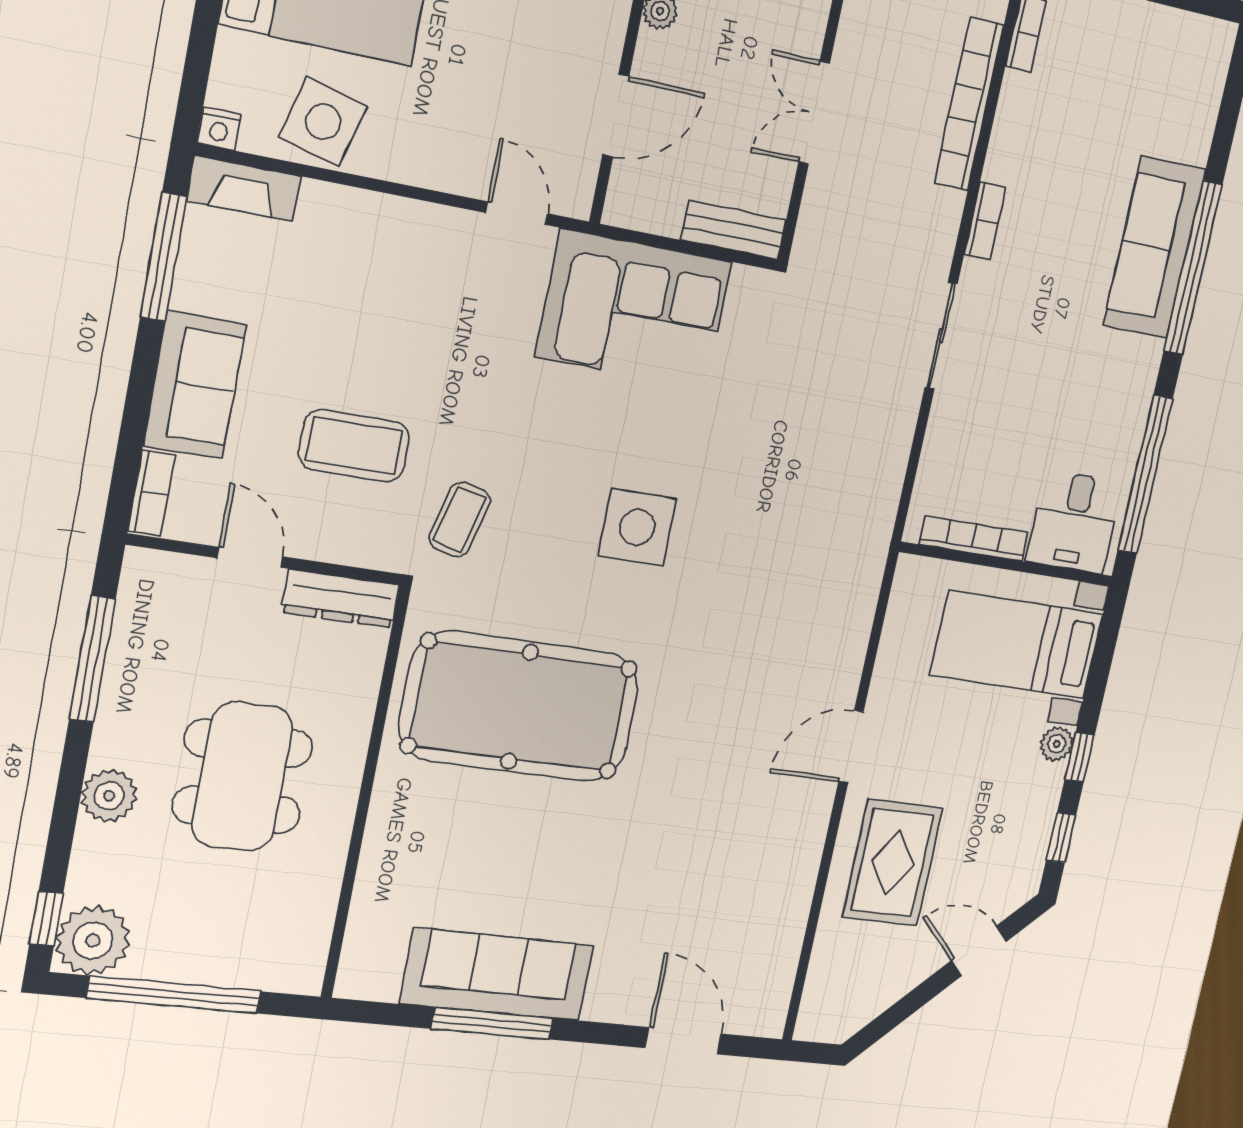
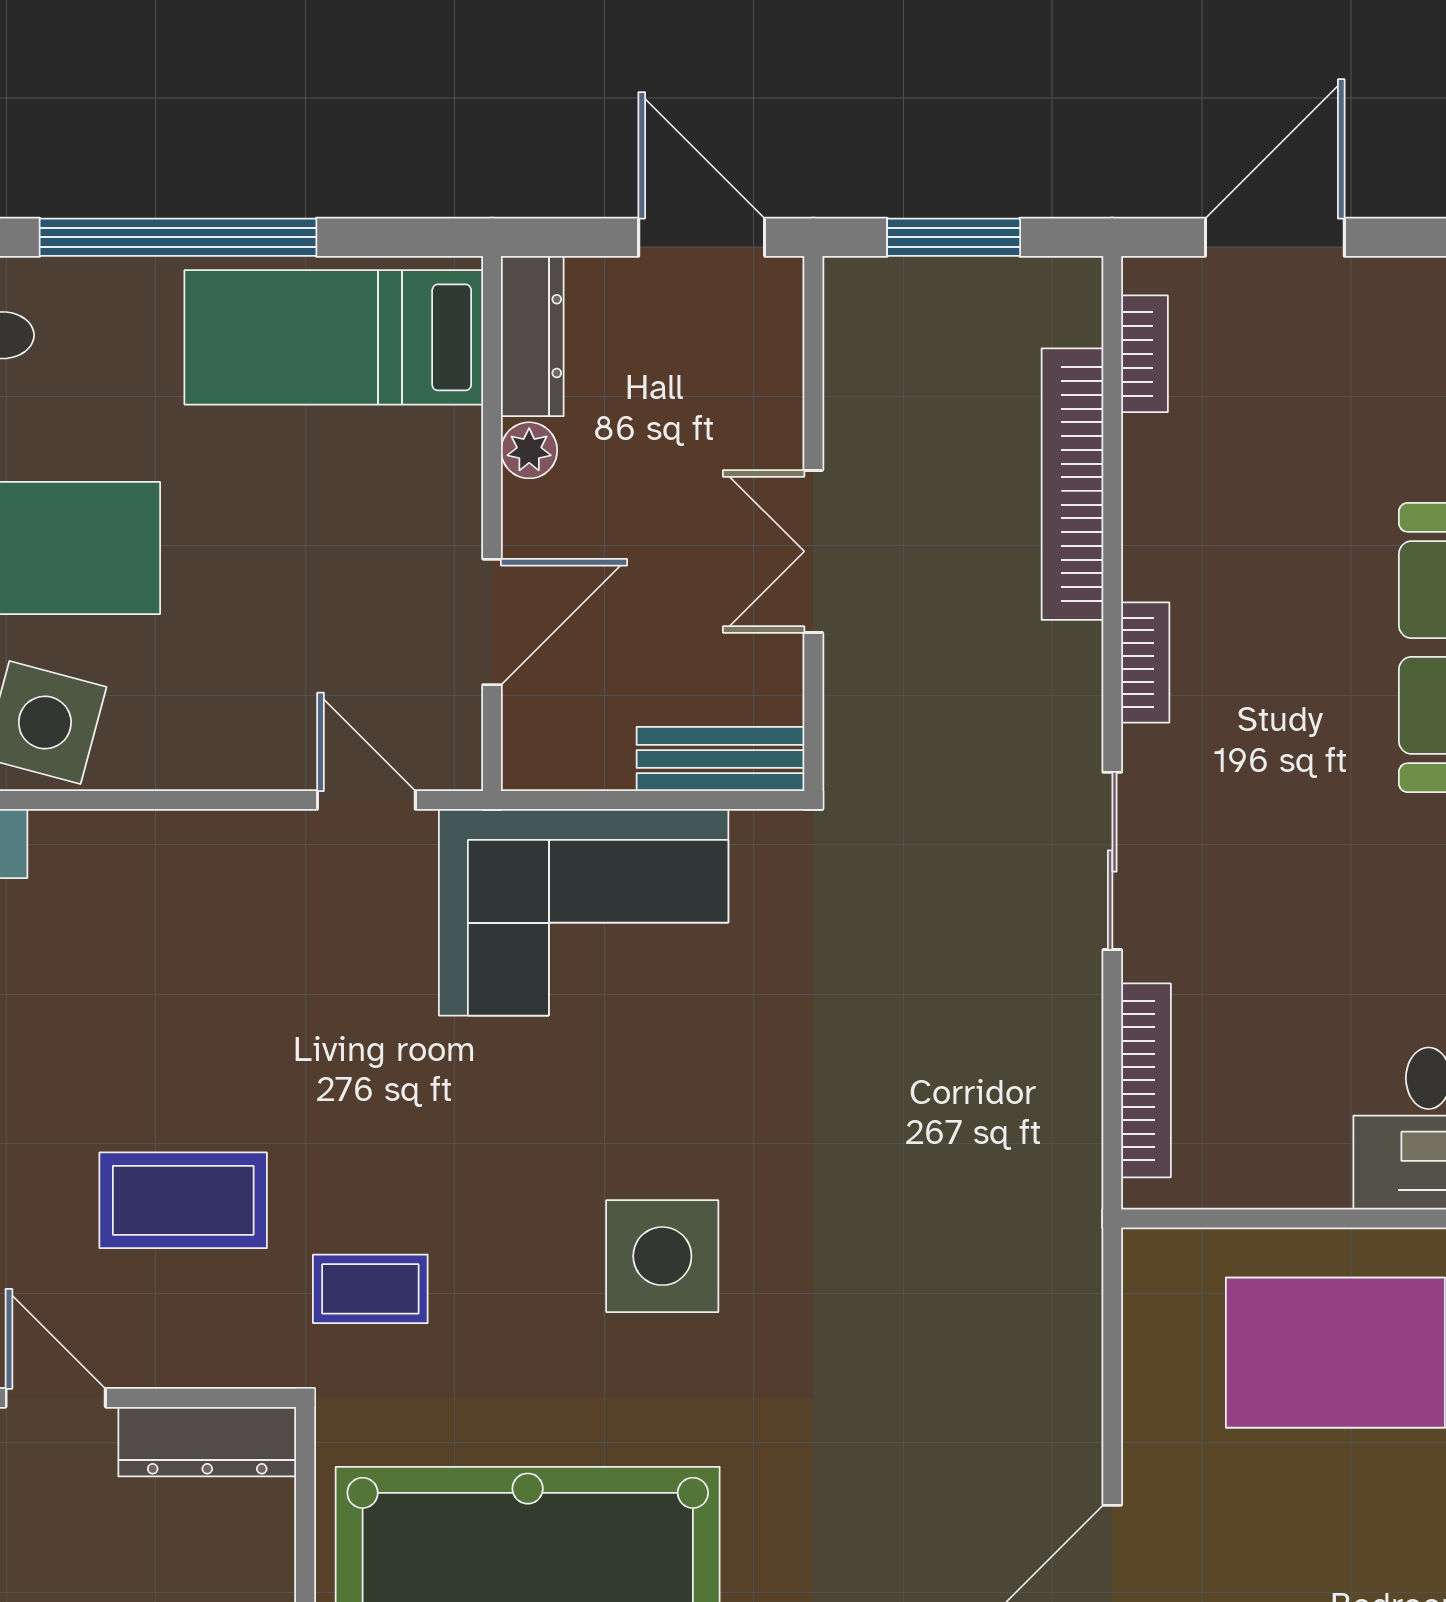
coffee table: (459, 520) -> (370, 1289), turned 76
bookcase: (974, 539) -> (1146, 1080), moved, turned 90

